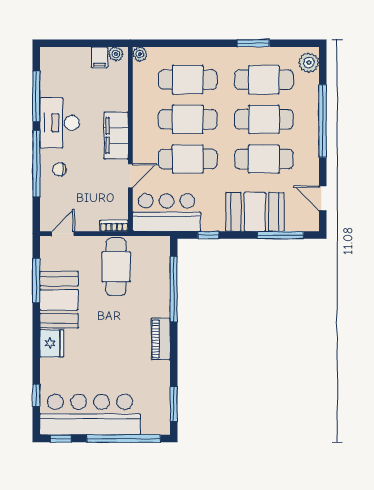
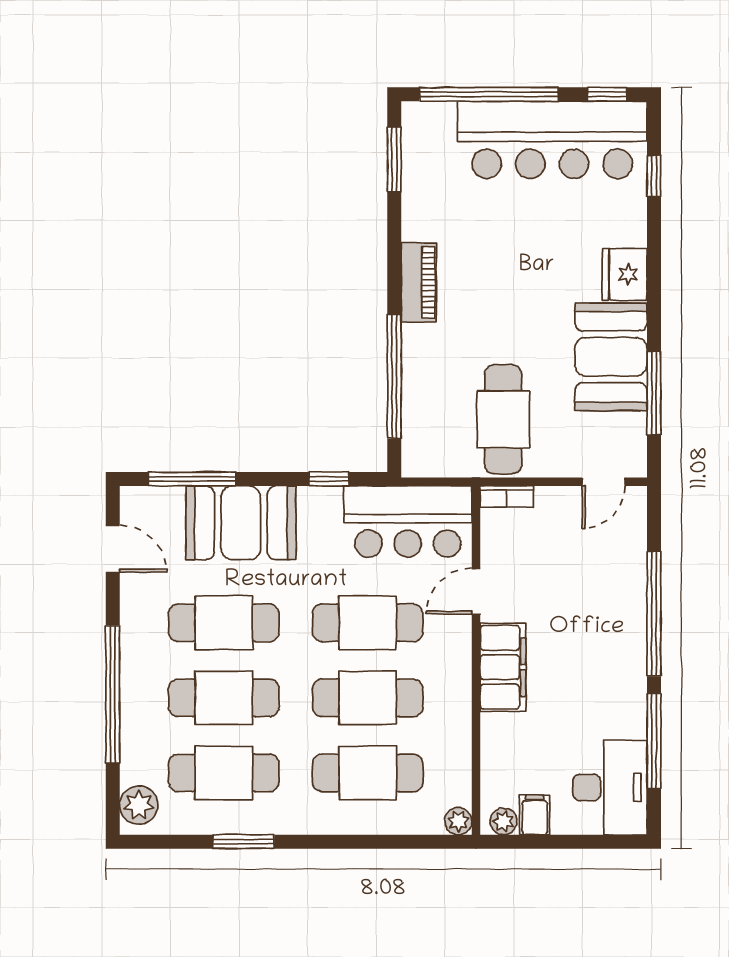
desk: (60, 123) -> (610, 787), moved
chair: (59, 169) -> (610, 603), removed

